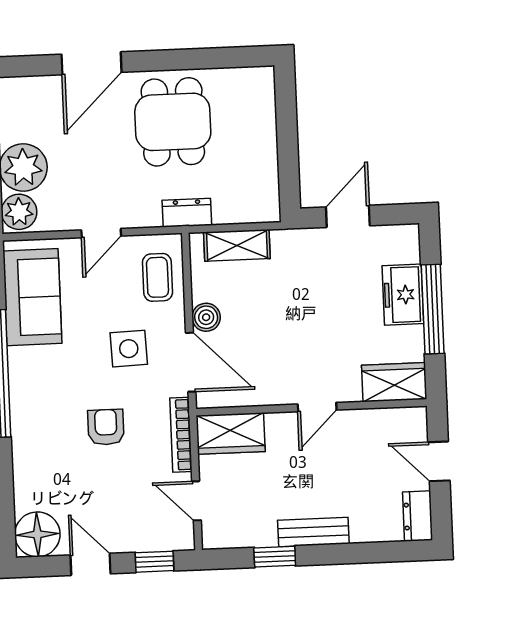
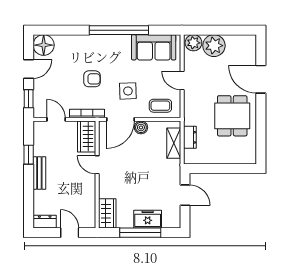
dining table: (173, 122) -> (232, 116), turned 90
dresser: (187, 213) -> (190, 137), moved
door: (317, 407) -> (97, 165), moved
door: (439, 461) -> (70, 233), hinge flipped
door: (196, 501) -> (56, 119), hinge flipped

